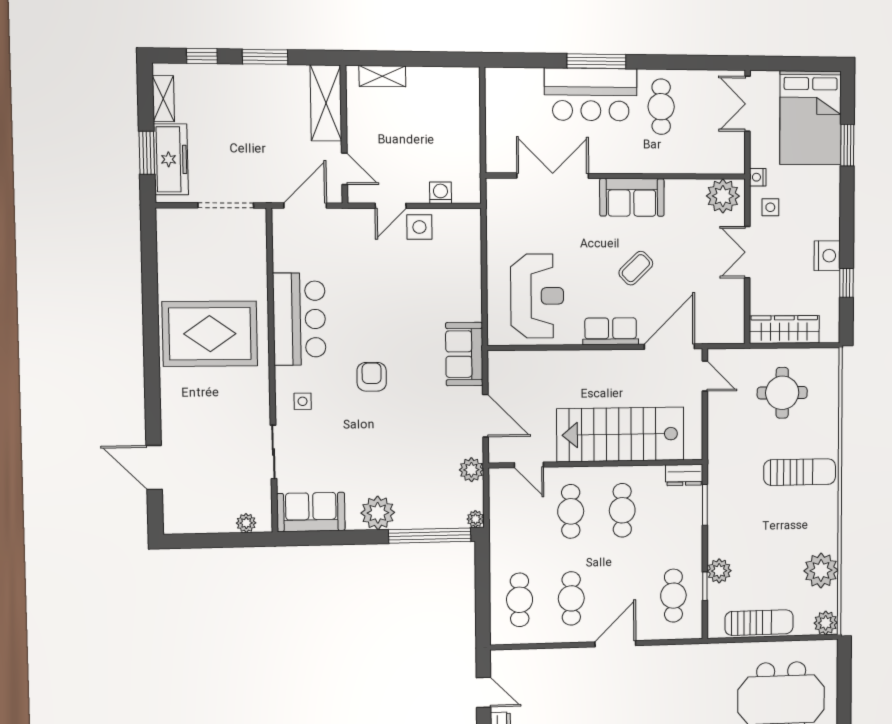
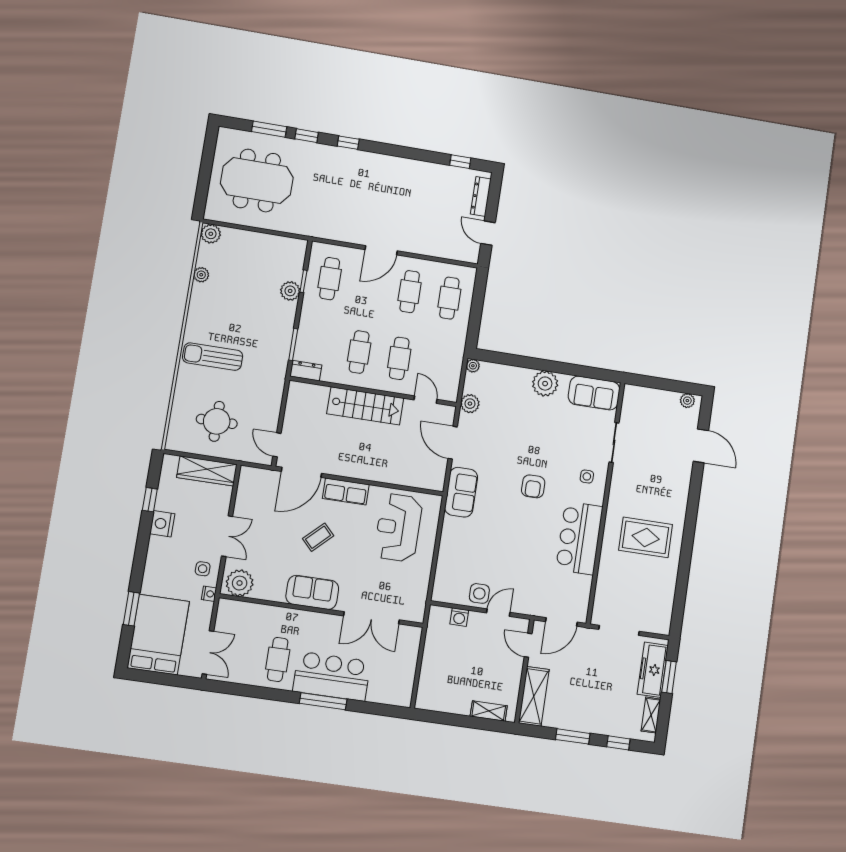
rug: (210, 334) -> (646, 537), width x0.73, depth x0.69
stairs: (620, 434) -> (365, 406), width x0.73, depth x0.66
plant: (246, 523) -> (687, 401), moved
window: (430, 536) -> (509, 359), removed
plant: (821, 570) -> (201, 275), width x0.53, depth x0.53
sun lounger: (759, 623) -> (265, 244), removed

